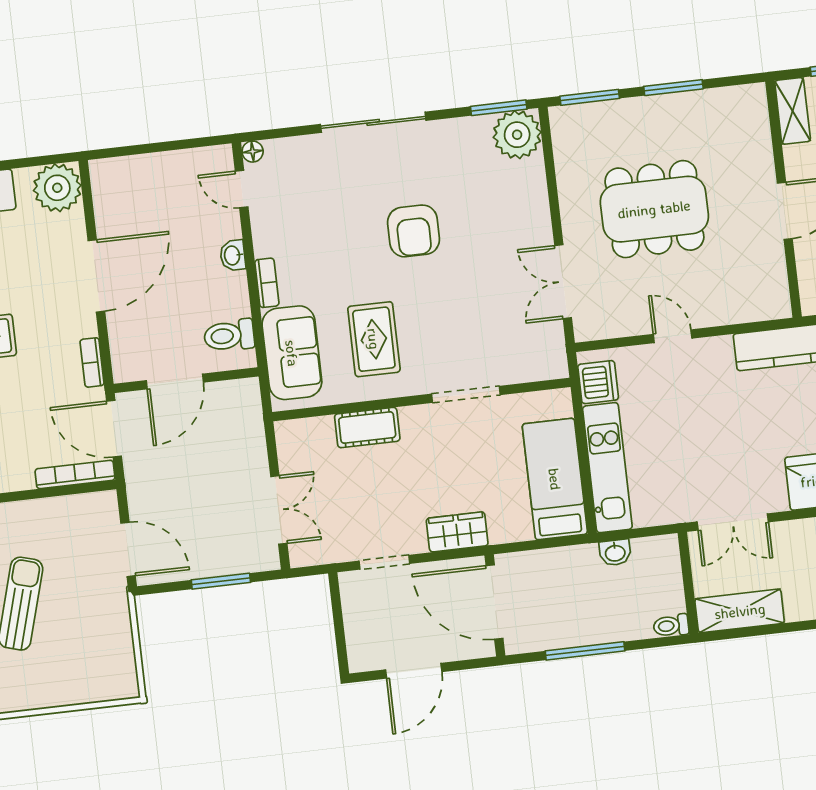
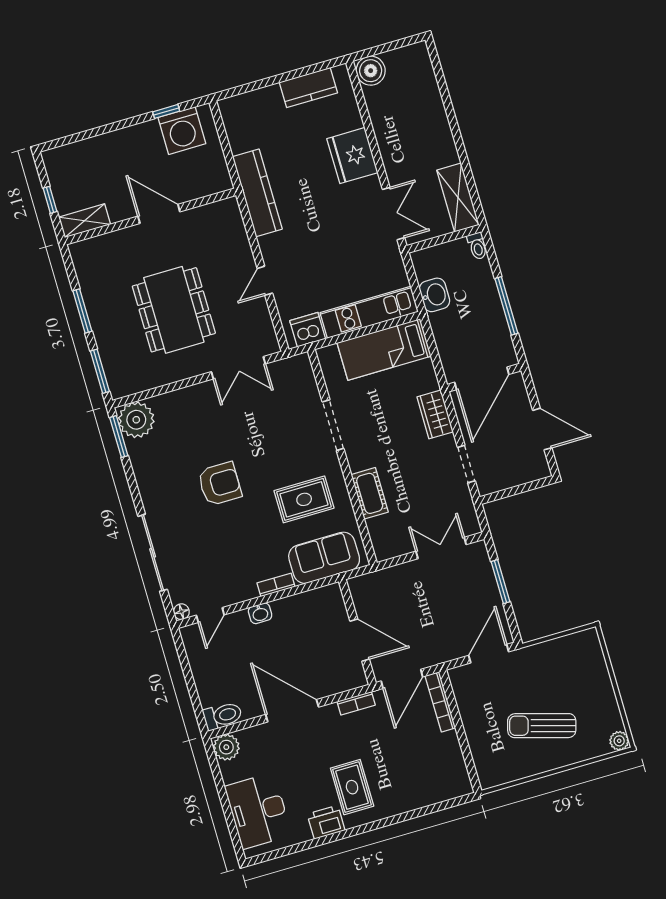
sliding door: (373, 122) -> (153, 553), moved
plant: (57, 188) -> (226, 747), width x0.73, depth x0.73
toilet: (229, 336) -> (223, 716), moved, turned -90
washbasin: (615, 553) -> (434, 295), width x1.38, depth x1.45

